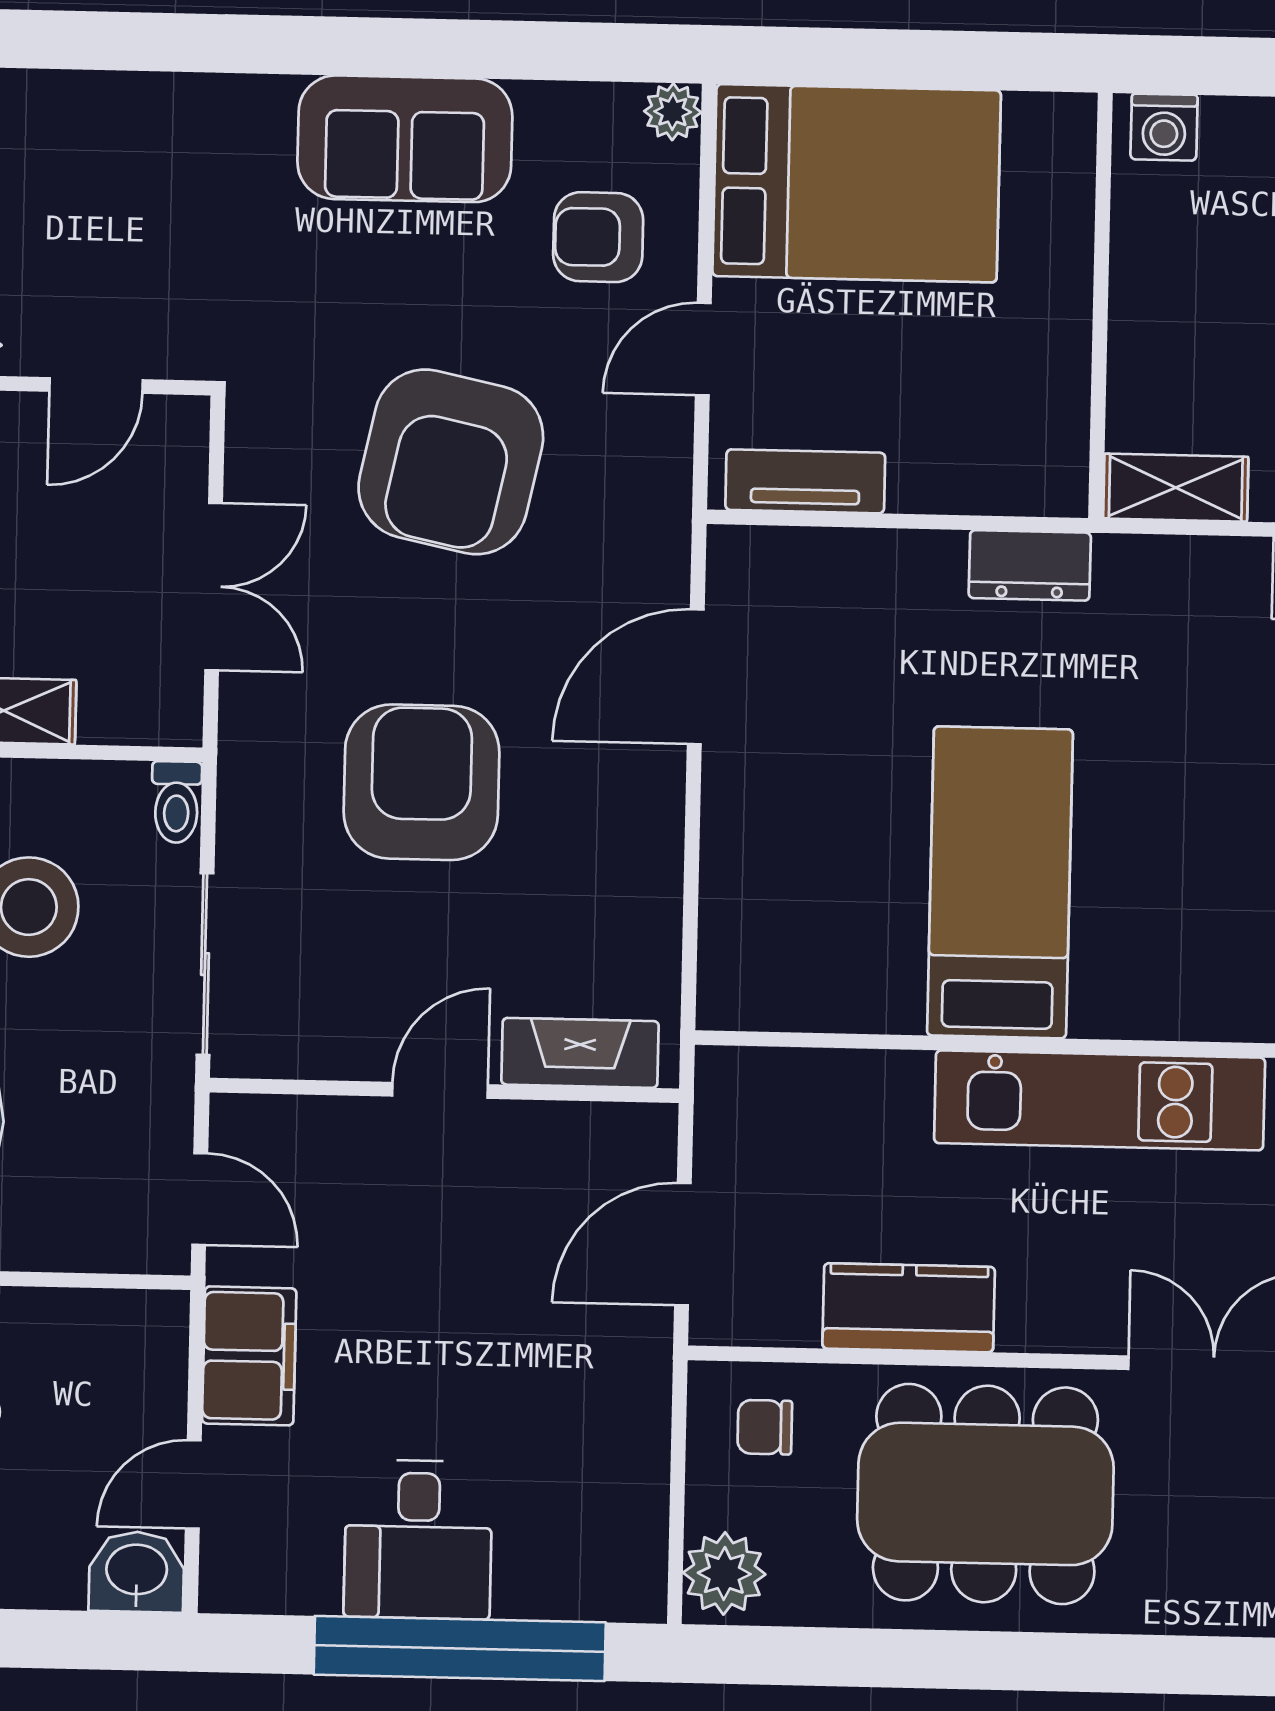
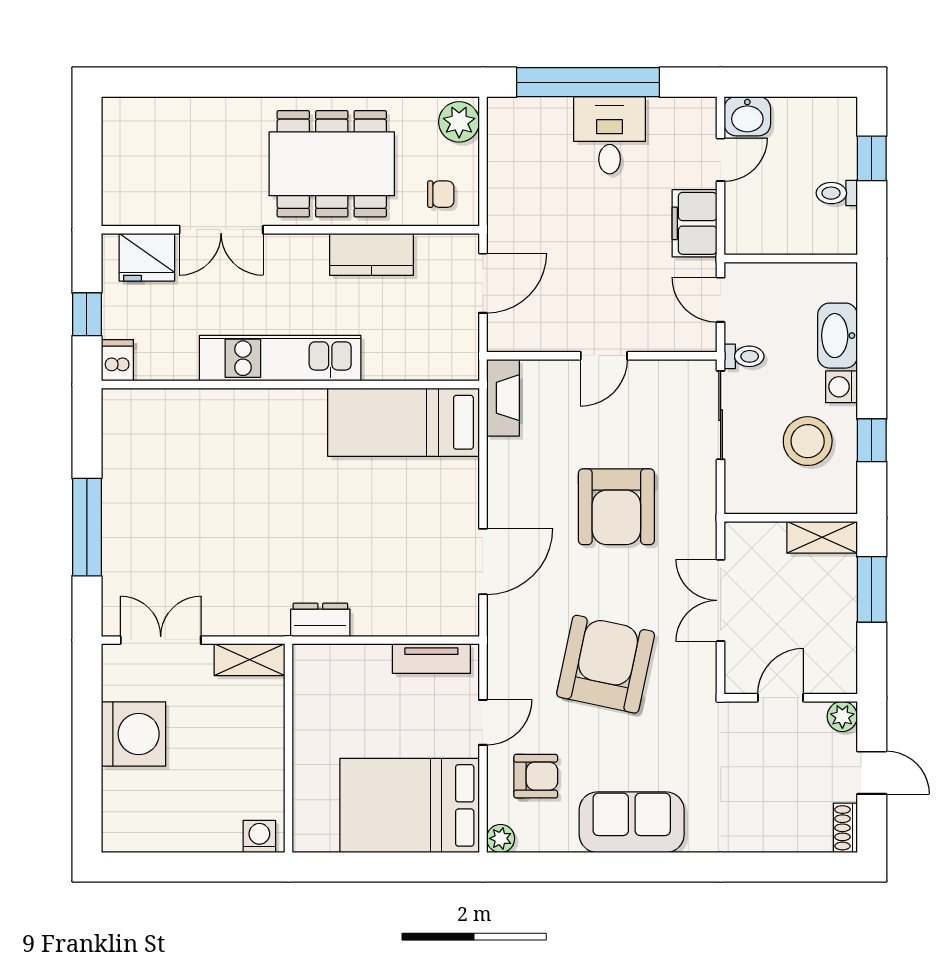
toilet: (176, 802) -> (744, 356), moved, turned 90
bed: (1000, 882) -> (404, 422), moved, turned 90
fireplace: (580, 1053) -> (503, 398), moved, turned -90

